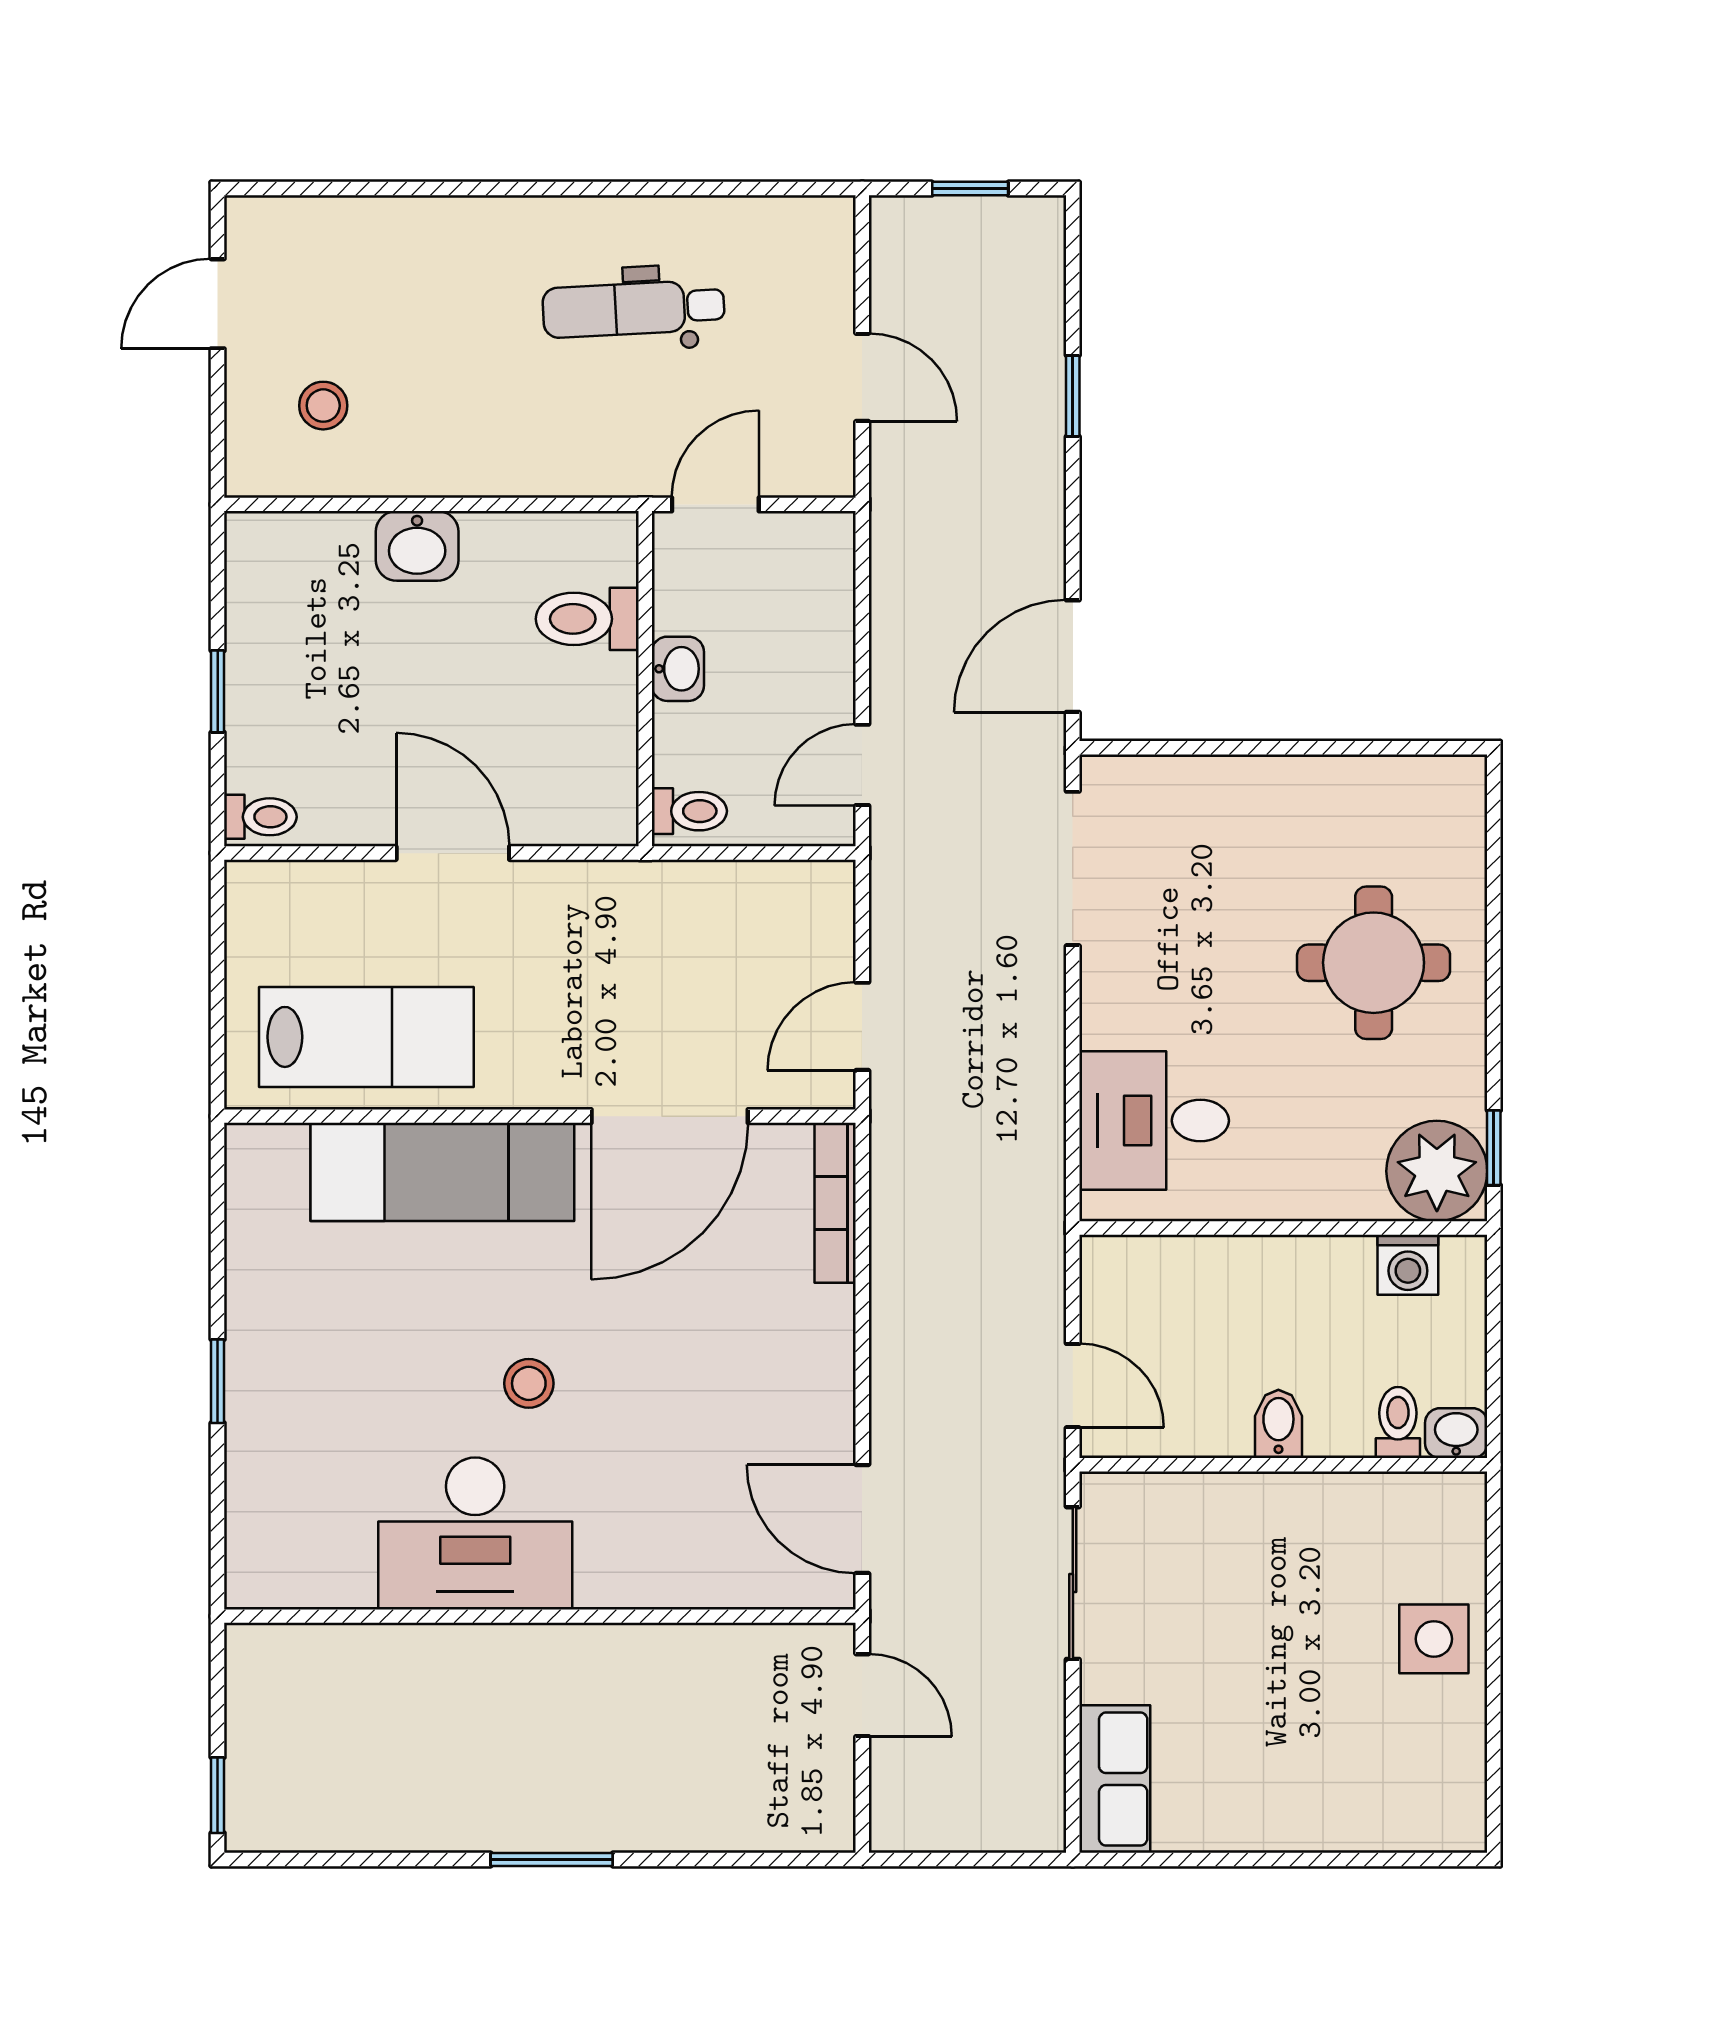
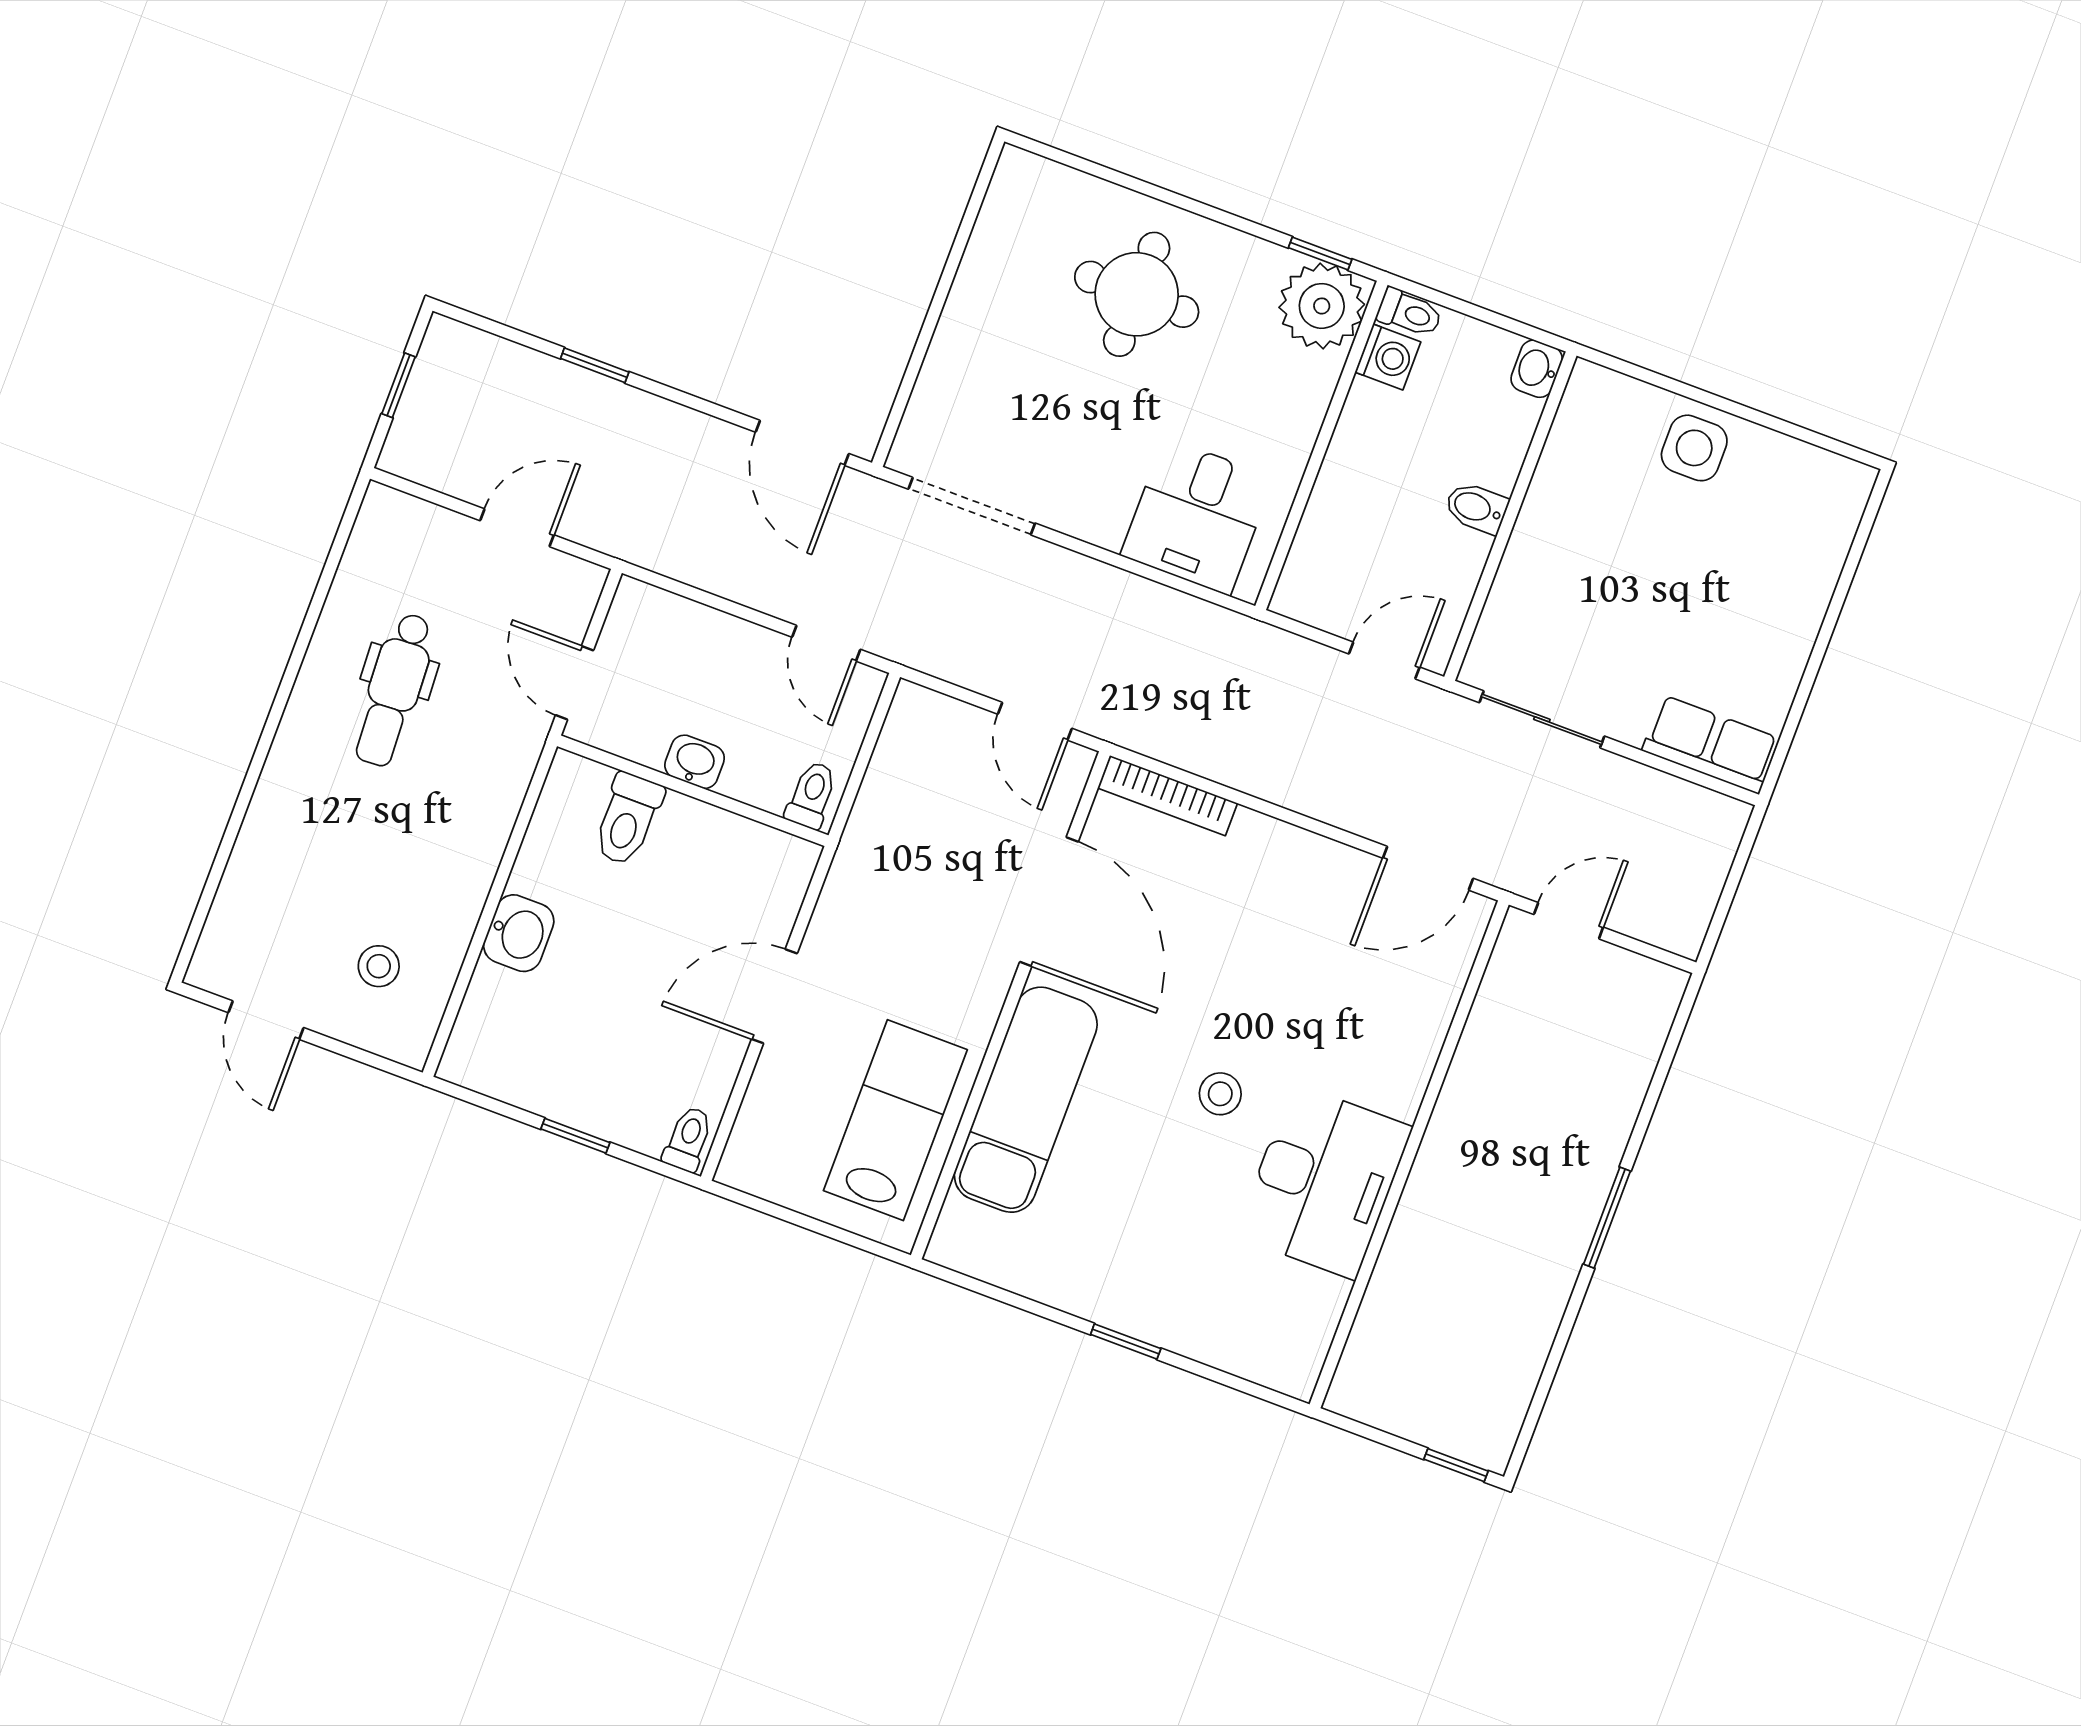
toilet: (1398, 1422) -> (1409, 313), moved, turned 180

